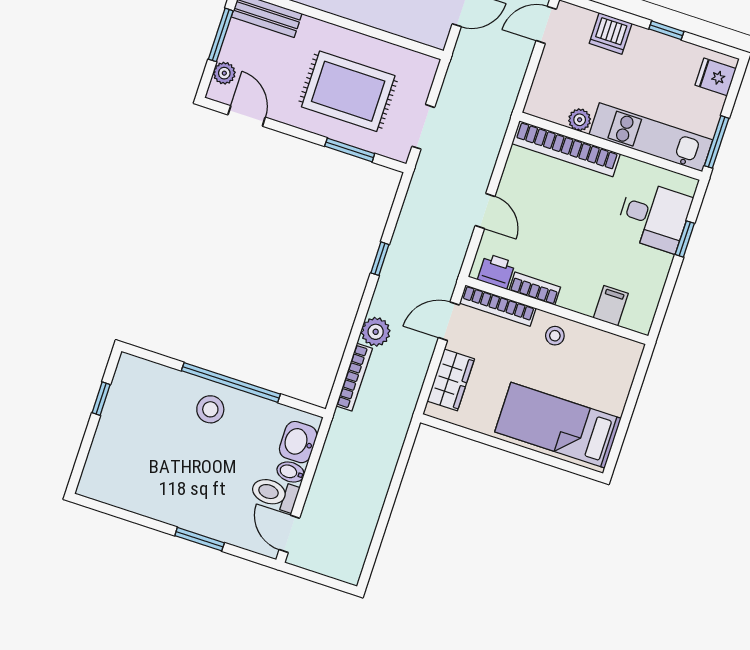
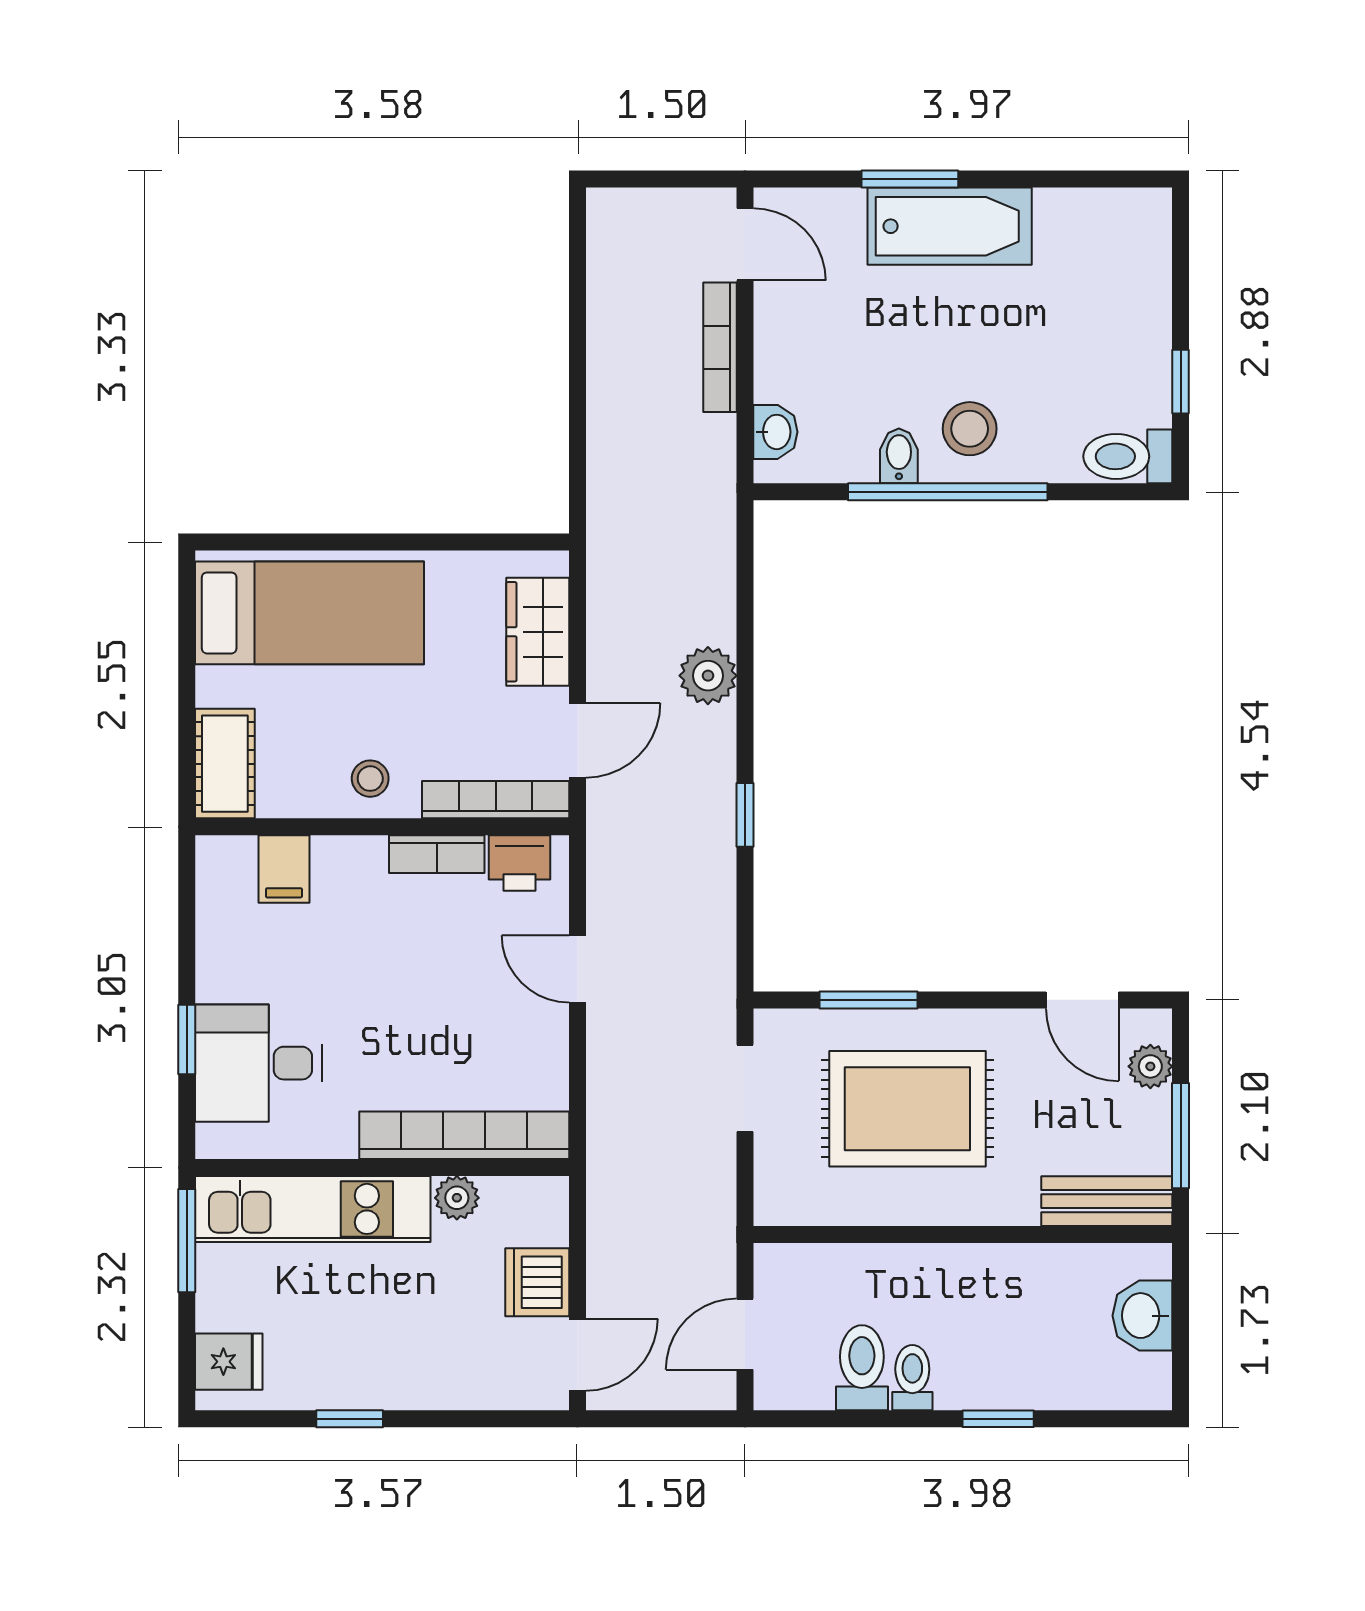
dishwasher: (611, 33) -> (537, 1282), moved, turned -90
cot: (623, 366) -> (225, 764), added
bookcase: (354, 377) -> (720, 347), moved
washbasin: (298, 442) -> (775, 432), width x0.72, depth x0.69
bidet: (291, 472) -> (899, 456), moved, turned -90
toilet: (274, 494) -> (1128, 456), moved, turned 180
bathtub: (188, 510) -> (950, 226), added

